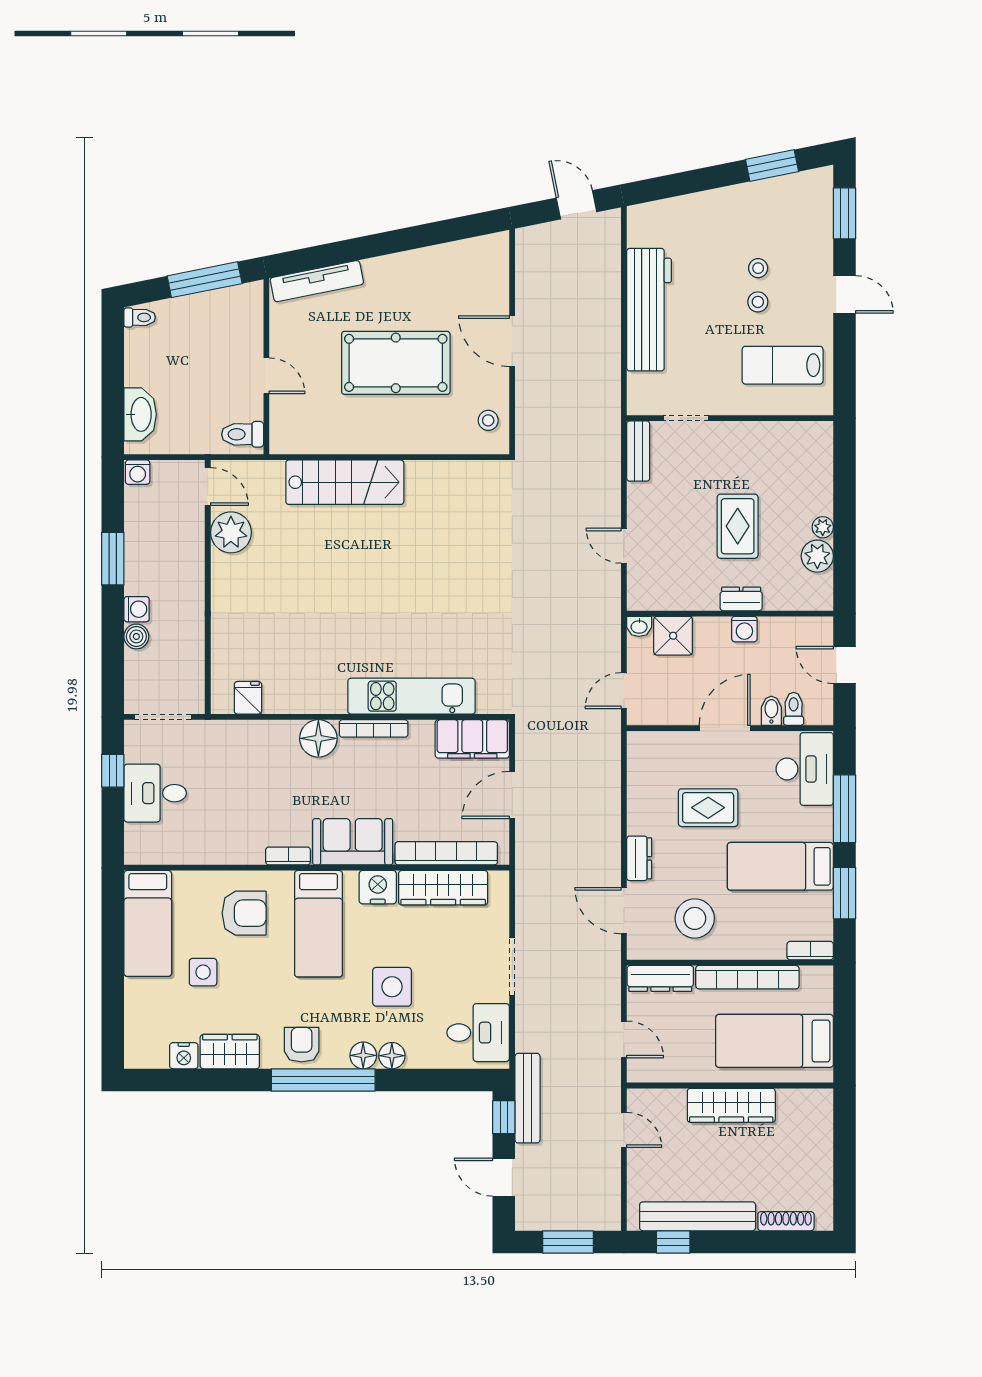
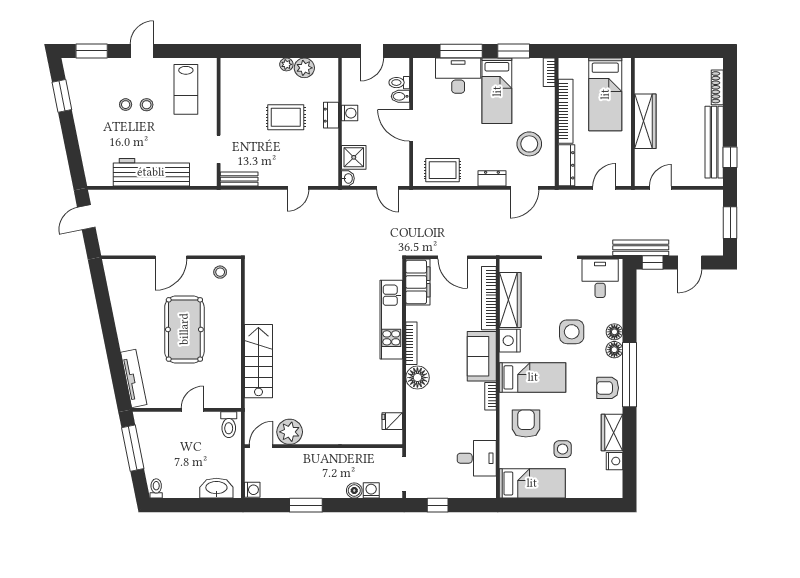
washing machine: (137, 609) -> (371, 490), moved
desk: (805, 769) -> (458, 76), moved
desk: (155, 793) -> (477, 458), moved, turned -90
rug: (708, 808) -> (443, 170), moved, turned 90

